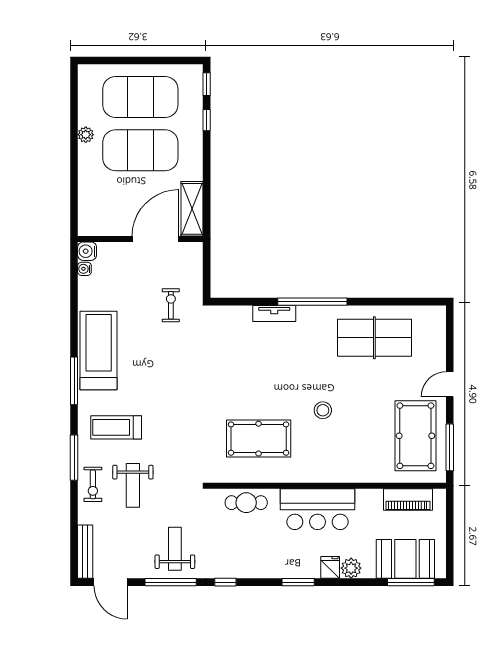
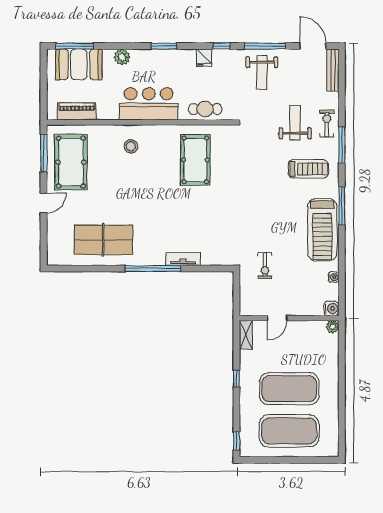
window: (207, 120) -> (236, 379), moved
plant: (86, 135) -> (332, 327), moved
shelving: (192, 209) -> (246, 335), width x0.67, depth x0.75
door: (155, 239) -> (277, 318), width x0.53
water cooler: (84, 269) -> (333, 277), moved
stool: (323, 410) -> (131, 146), moved
pool table: (259, 439) -> (195, 160), turned 90
fridge: (330, 567) -> (204, 58), moved

